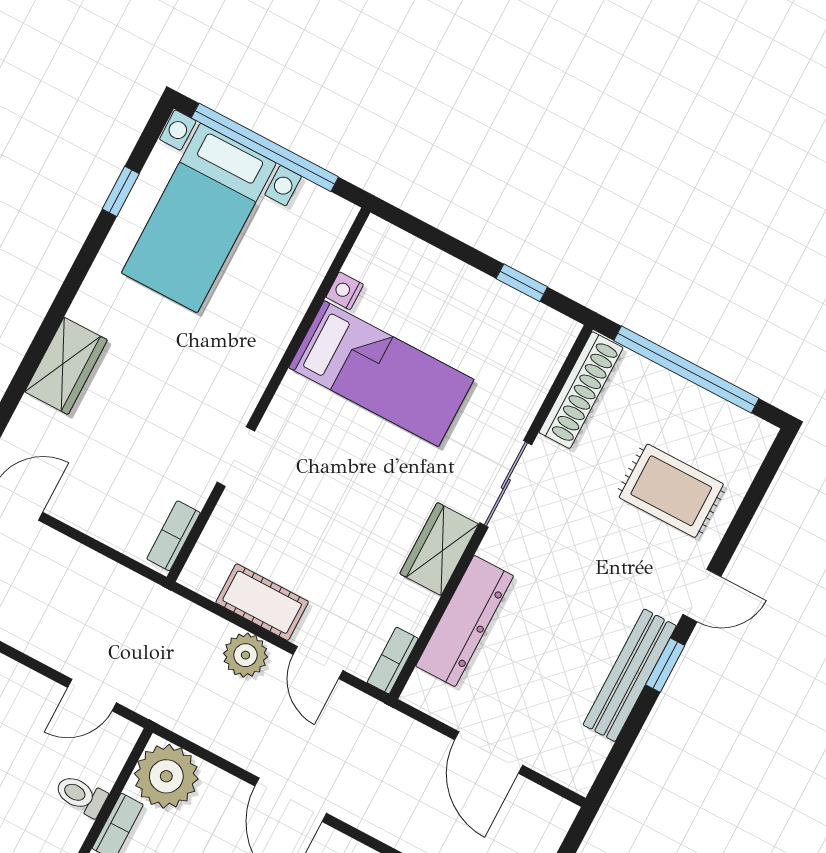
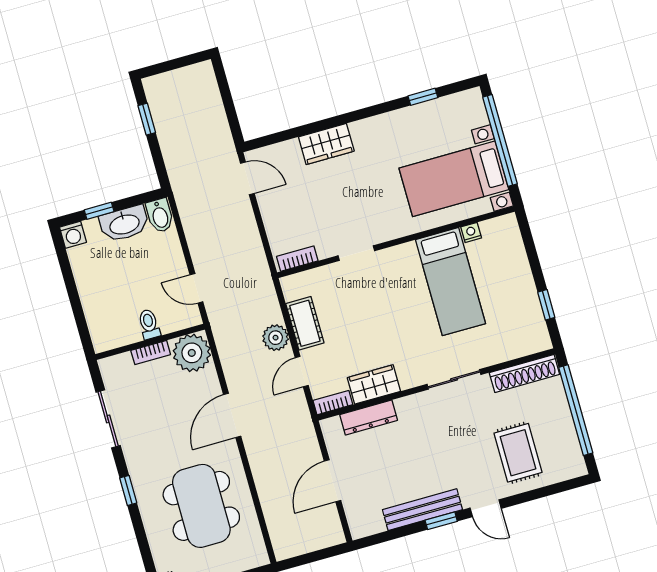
bed with nightstands: (199, 218) -> (454, 179), moved
wardrobe: (439, 549) -> (374, 384), moved
dresser: (465, 621) -> (369, 417), width x0.73, depth x0.80

